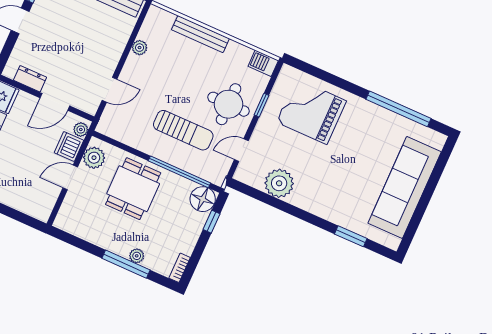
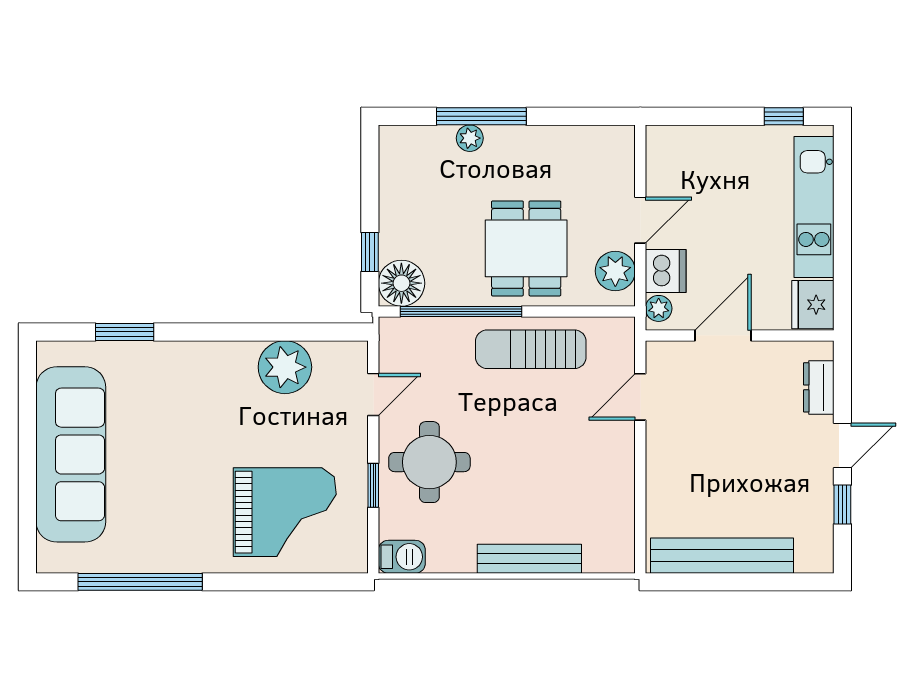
plant: (140, 48) -> (621, 490), removed
dresser: (30, 79) -> (819, 387), moved, turned 90
sun lounger: (183, 130) -> (531, 349), moved
bookcase: (180, 268) -> (389, 150), removed

